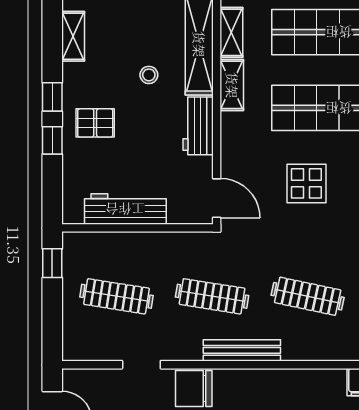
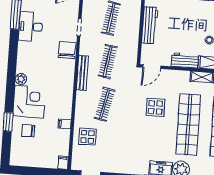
pallet: (95, 123) -> (189, 14), removed

